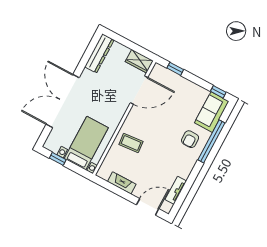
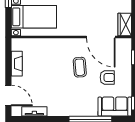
armchair: (190, 139) -> (107, 77), moved, turned 180
coffee table: (131, 143) -> (80, 67), moved

